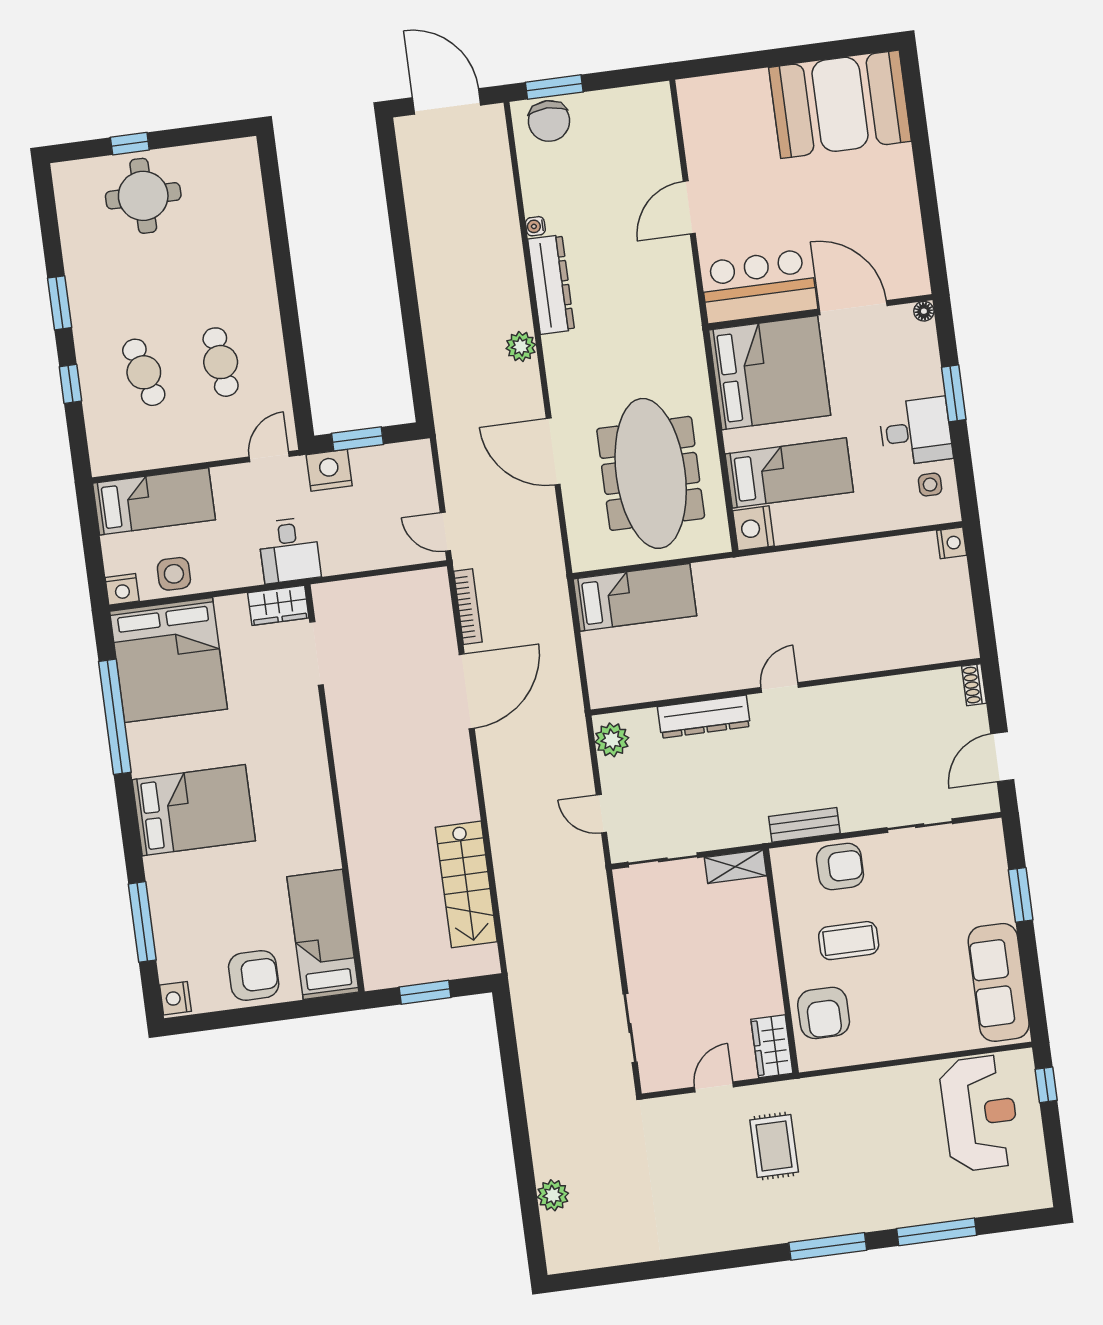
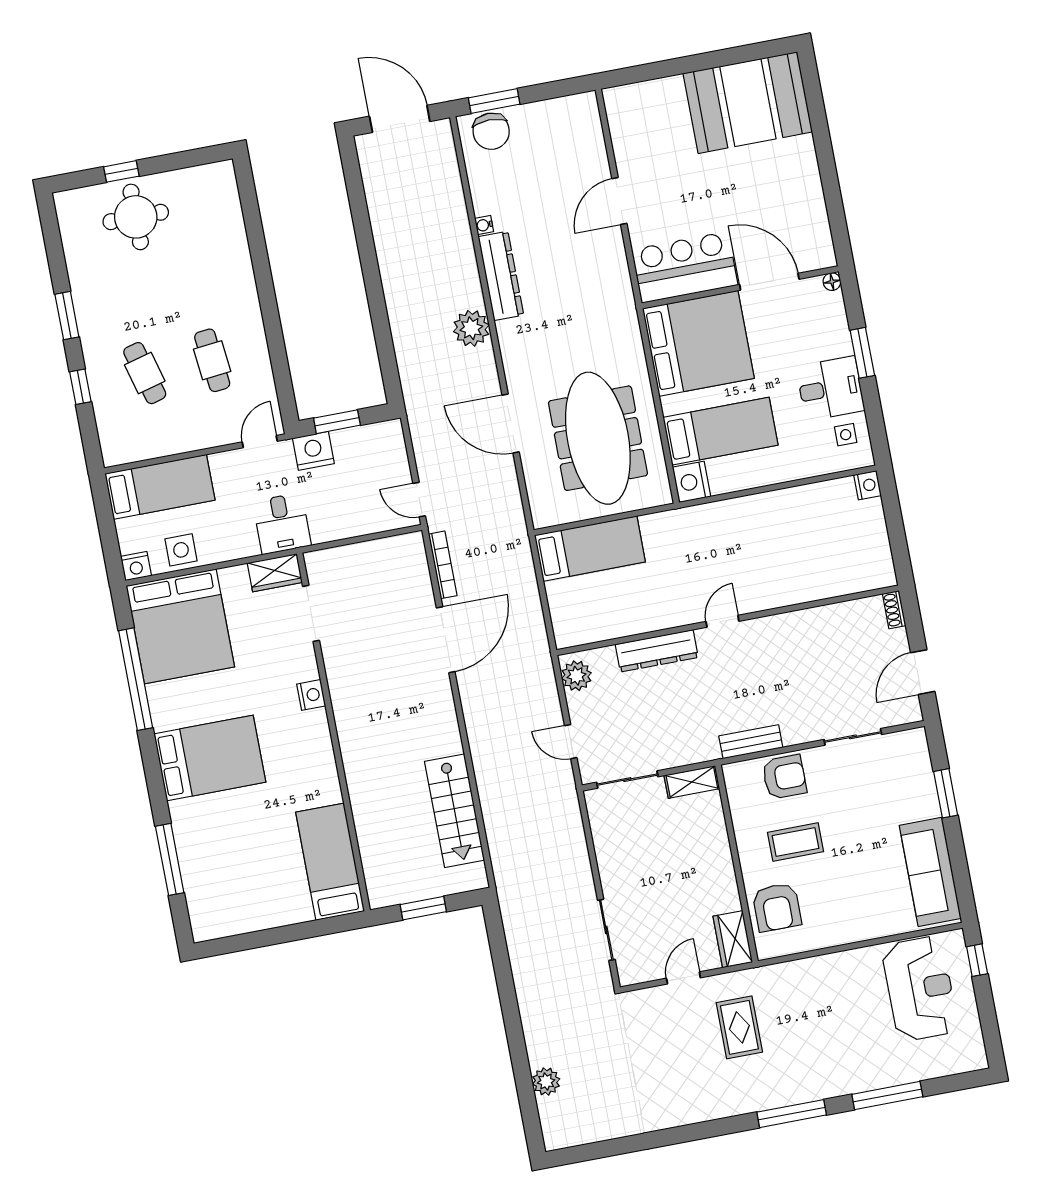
plant: (521, 347) -> (471, 328), width x1.36, depth x1.36
armchair: (254, 975) -> (271, 901), removed
nightstand: (175, 998) -> (311, 695), moved, turned 180

